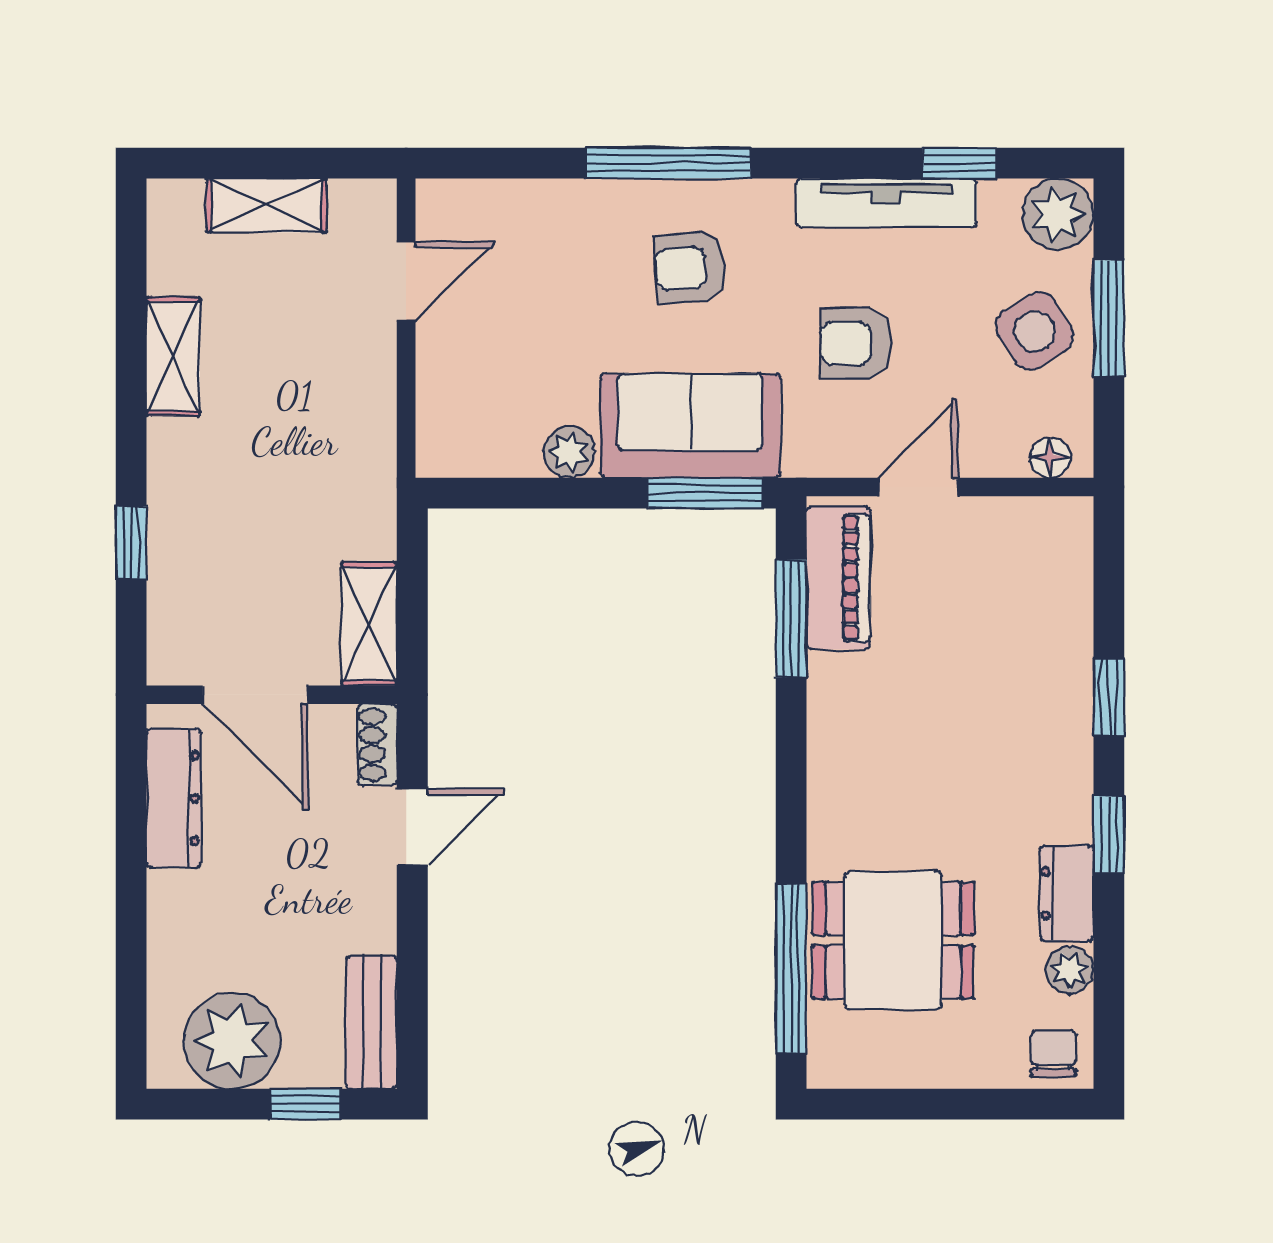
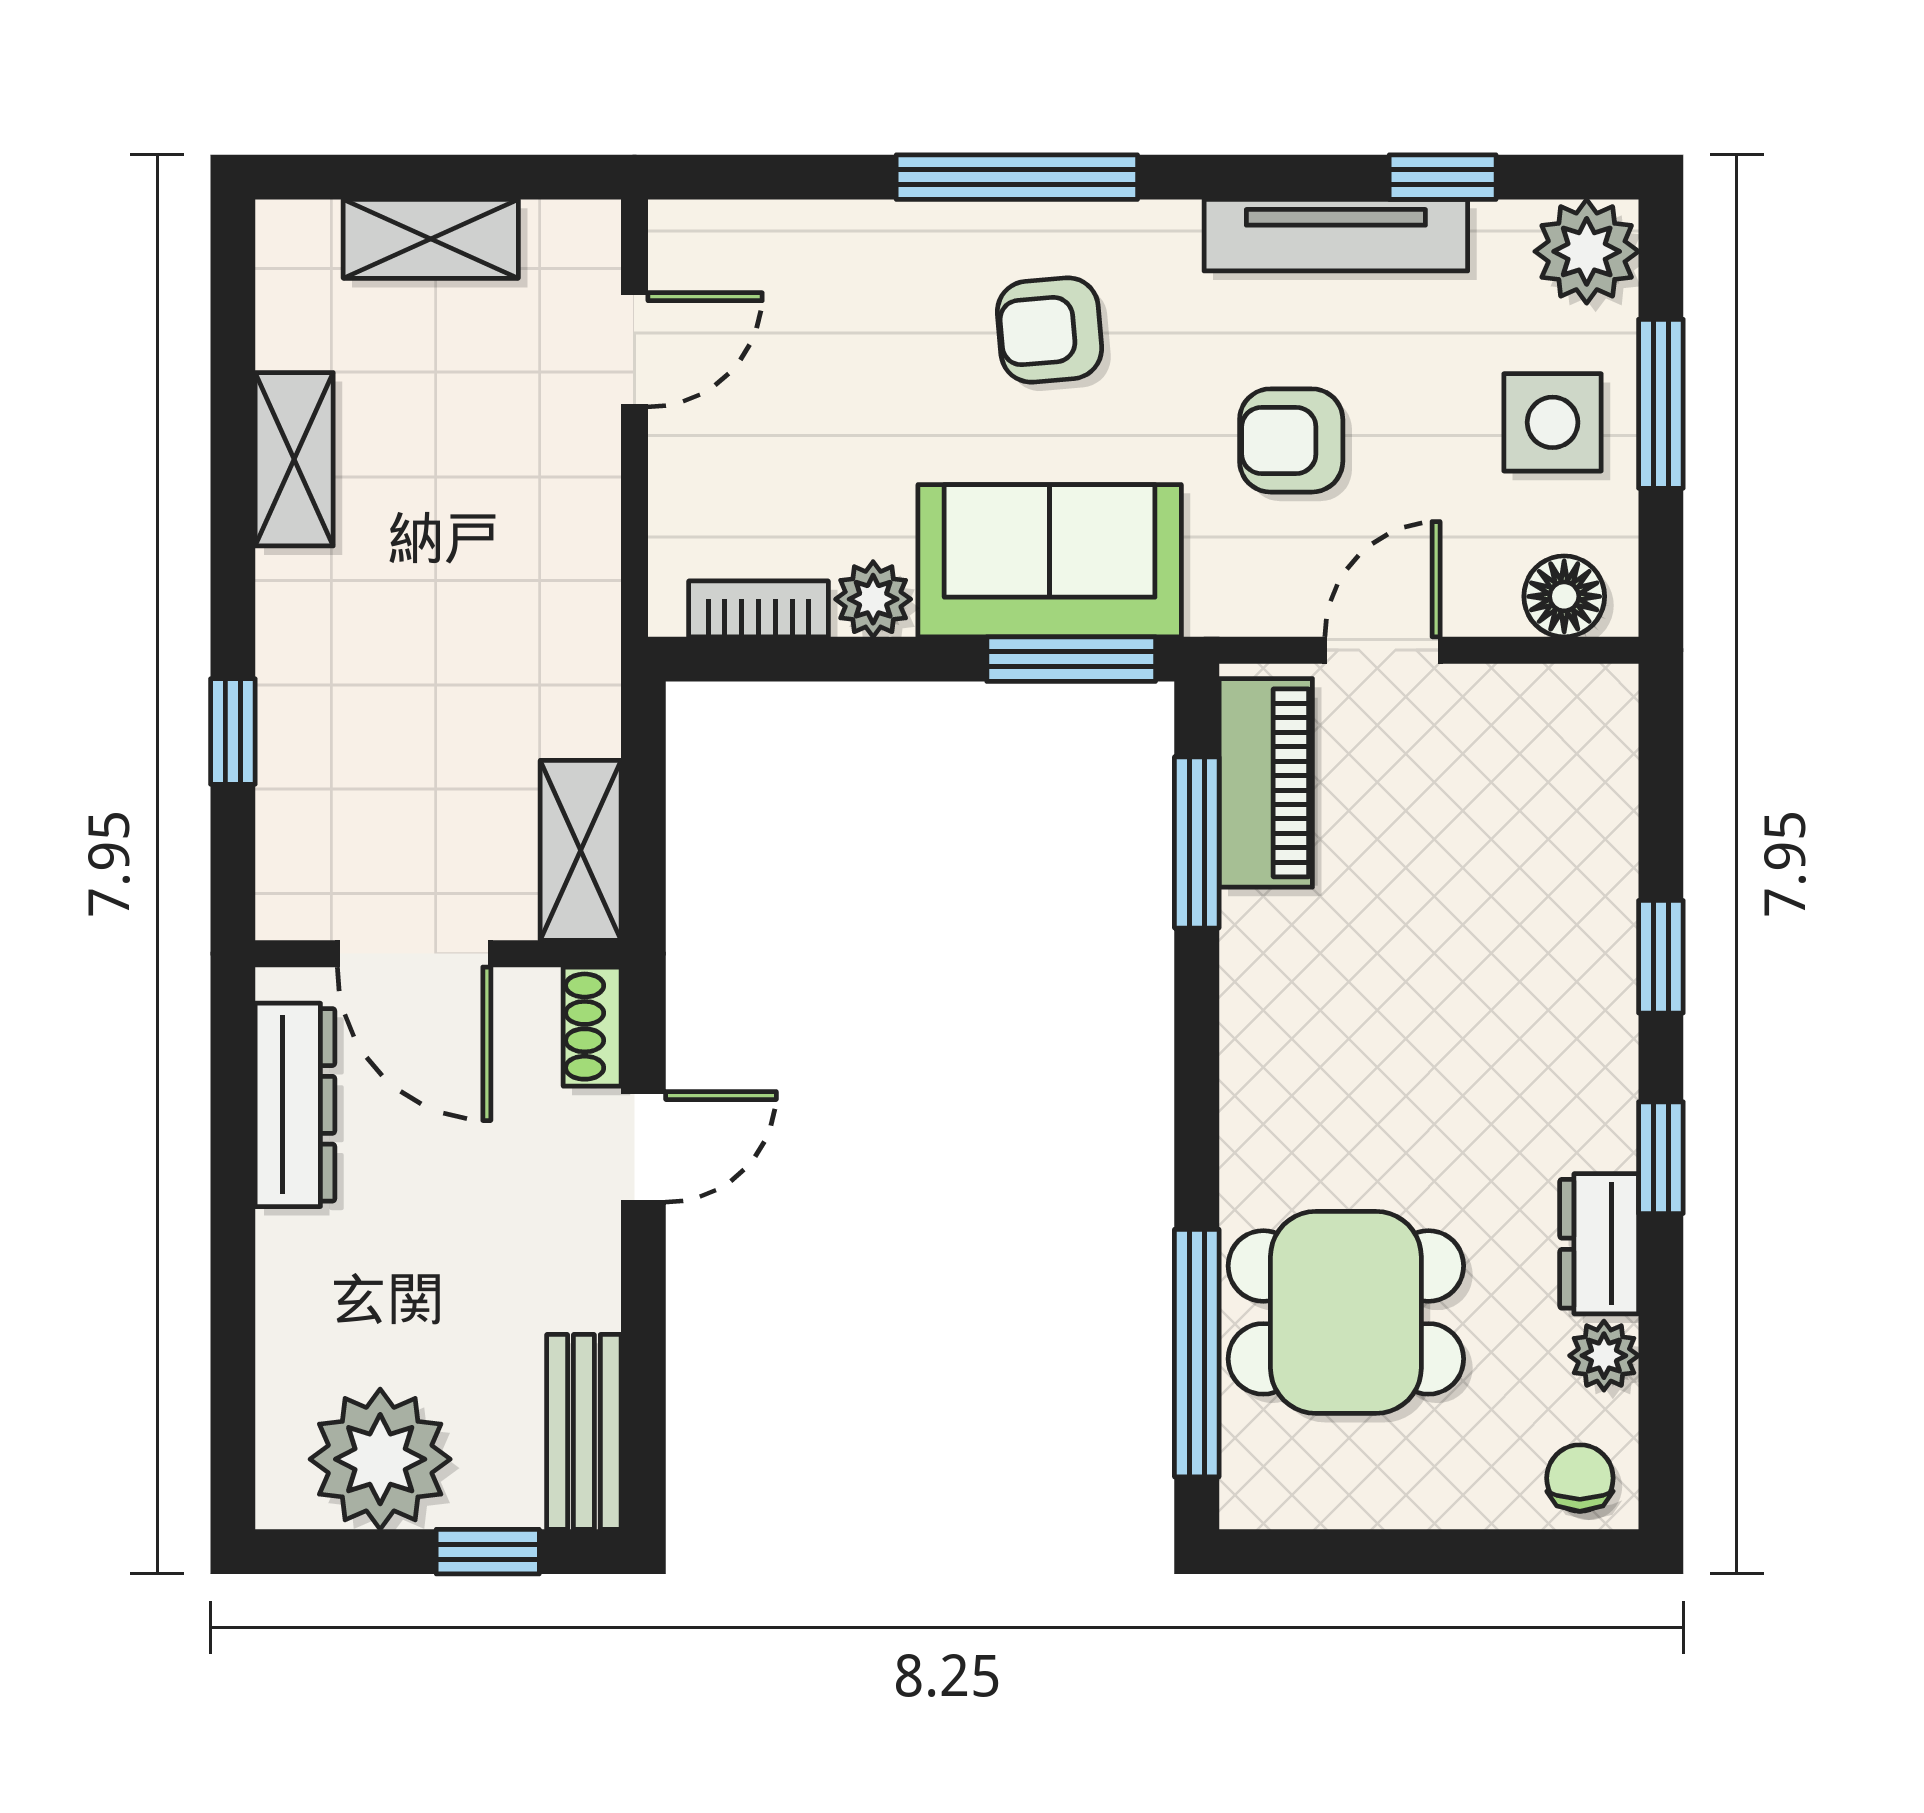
side table: (1035, 331) -> (1553, 422), turned 31
floor lamp: (1050, 458) -> (1564, 596), width x1.37, depth x1.37
bookcase: (491, 459) -> (759, 609), added

